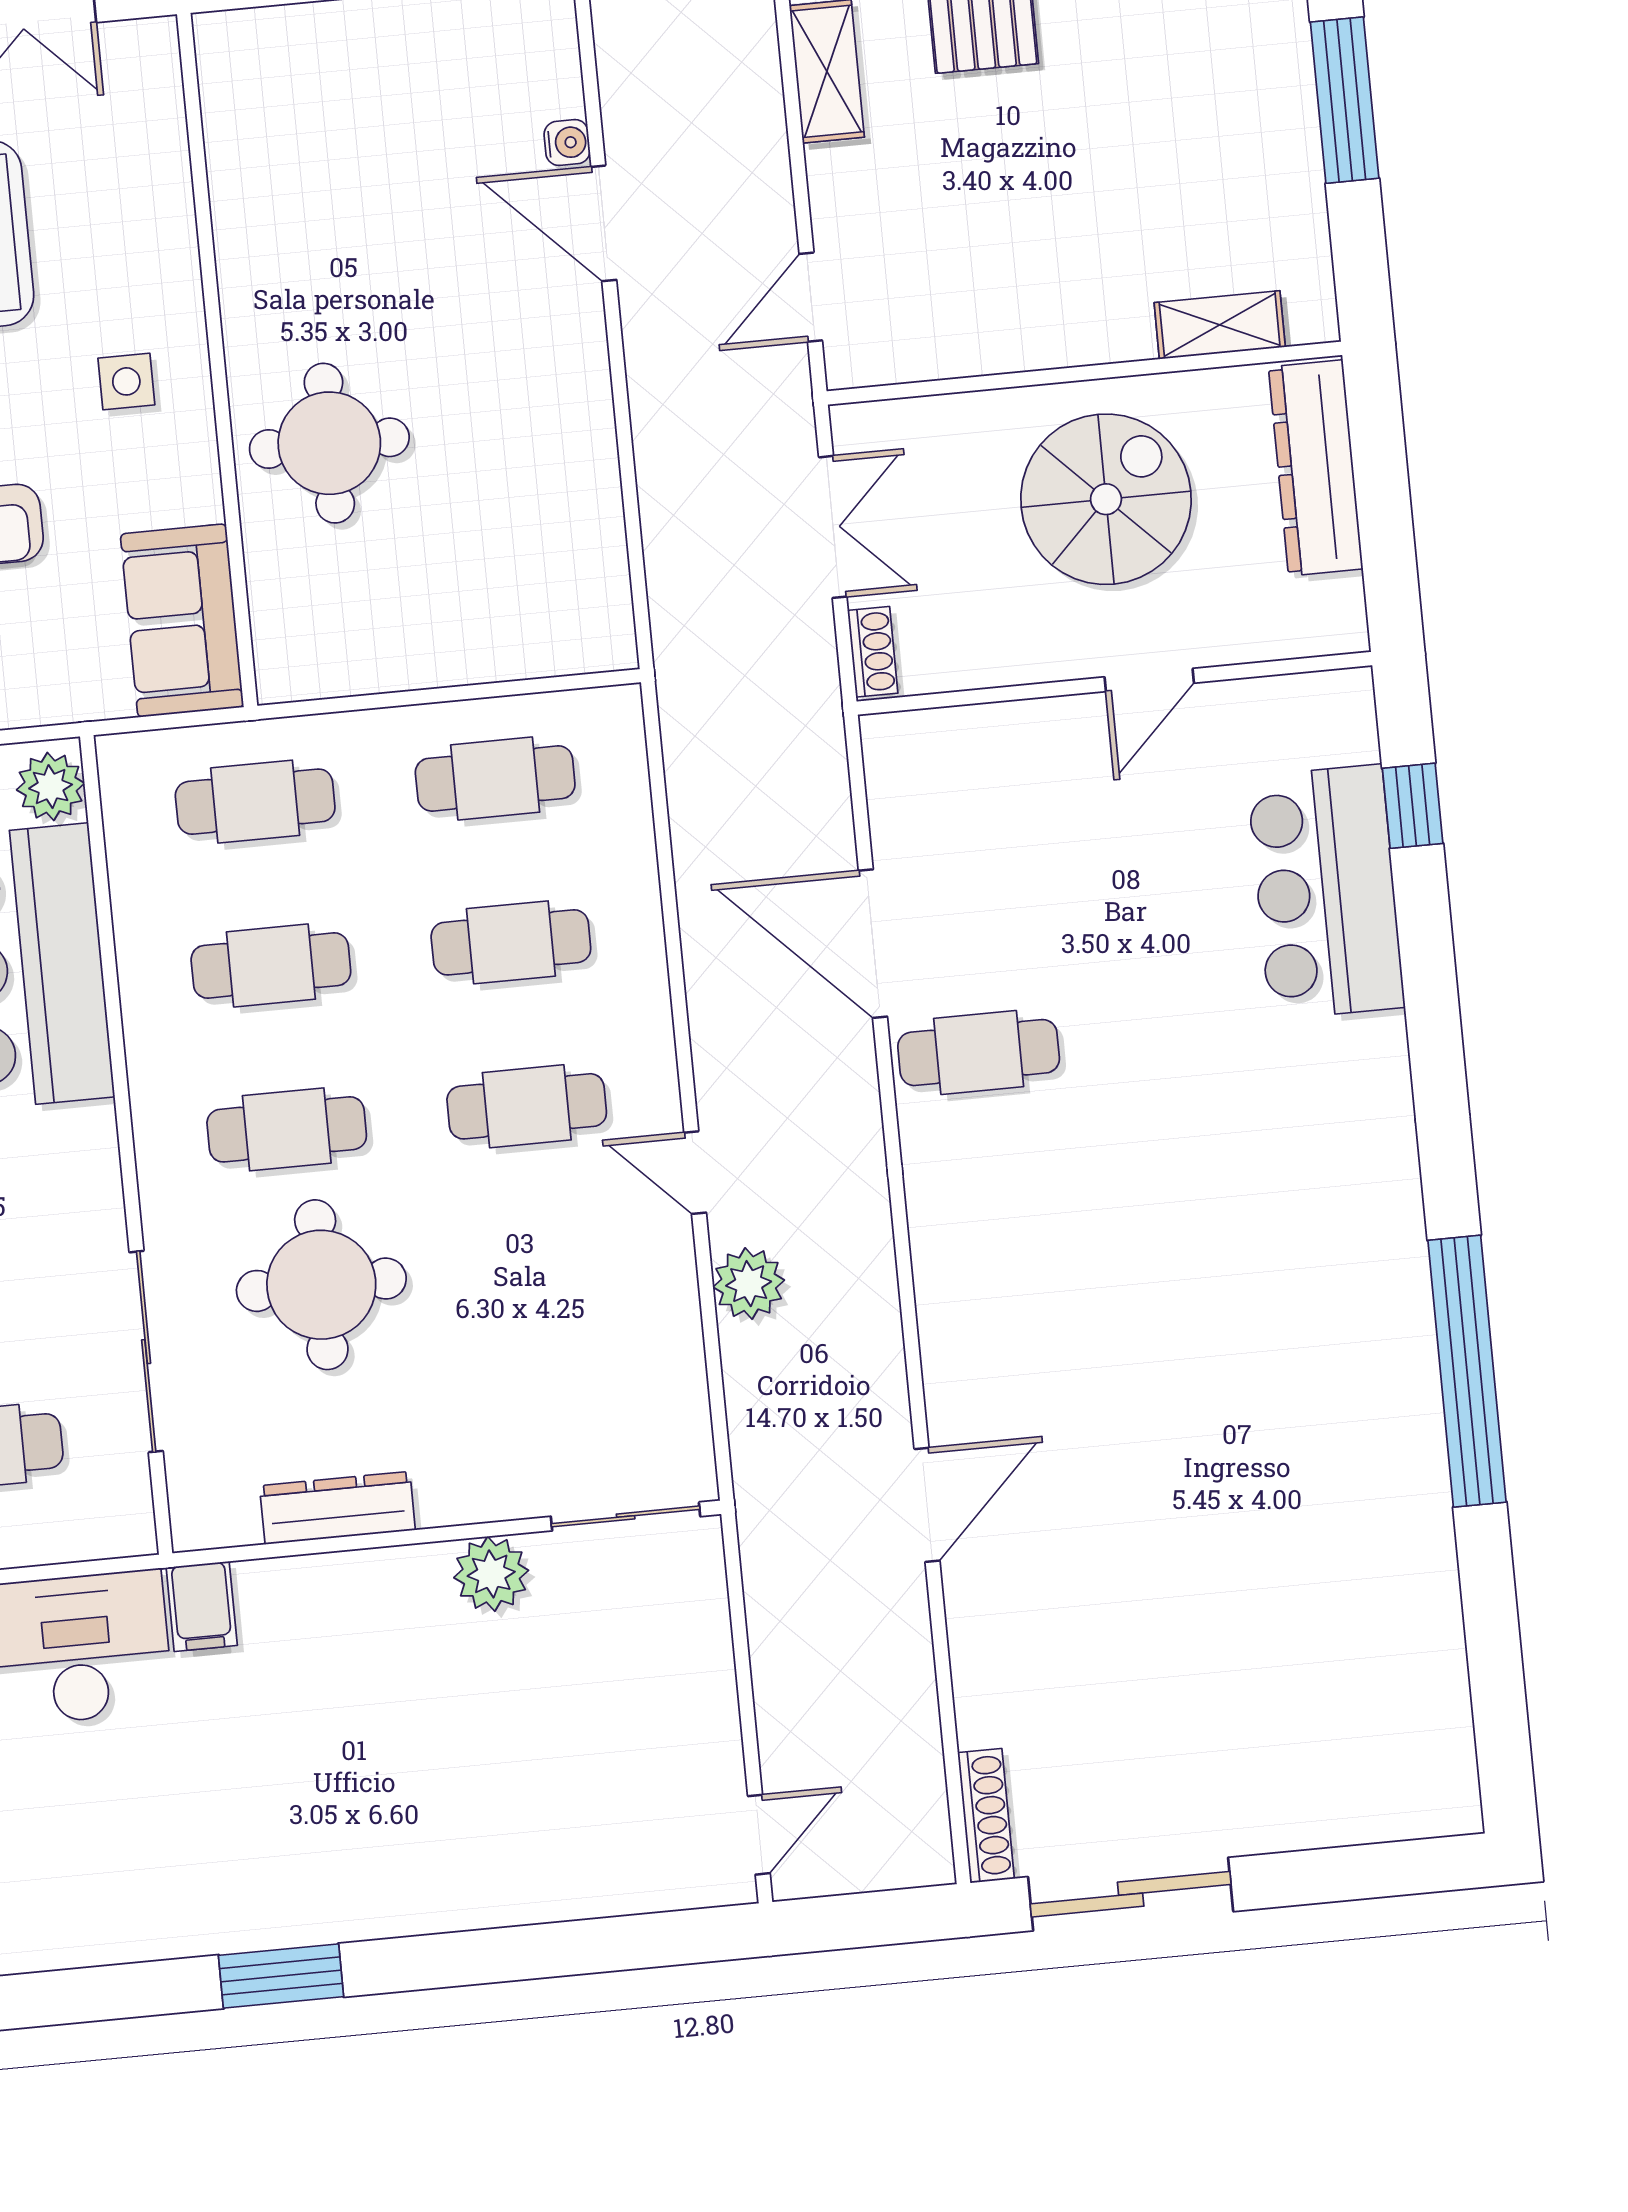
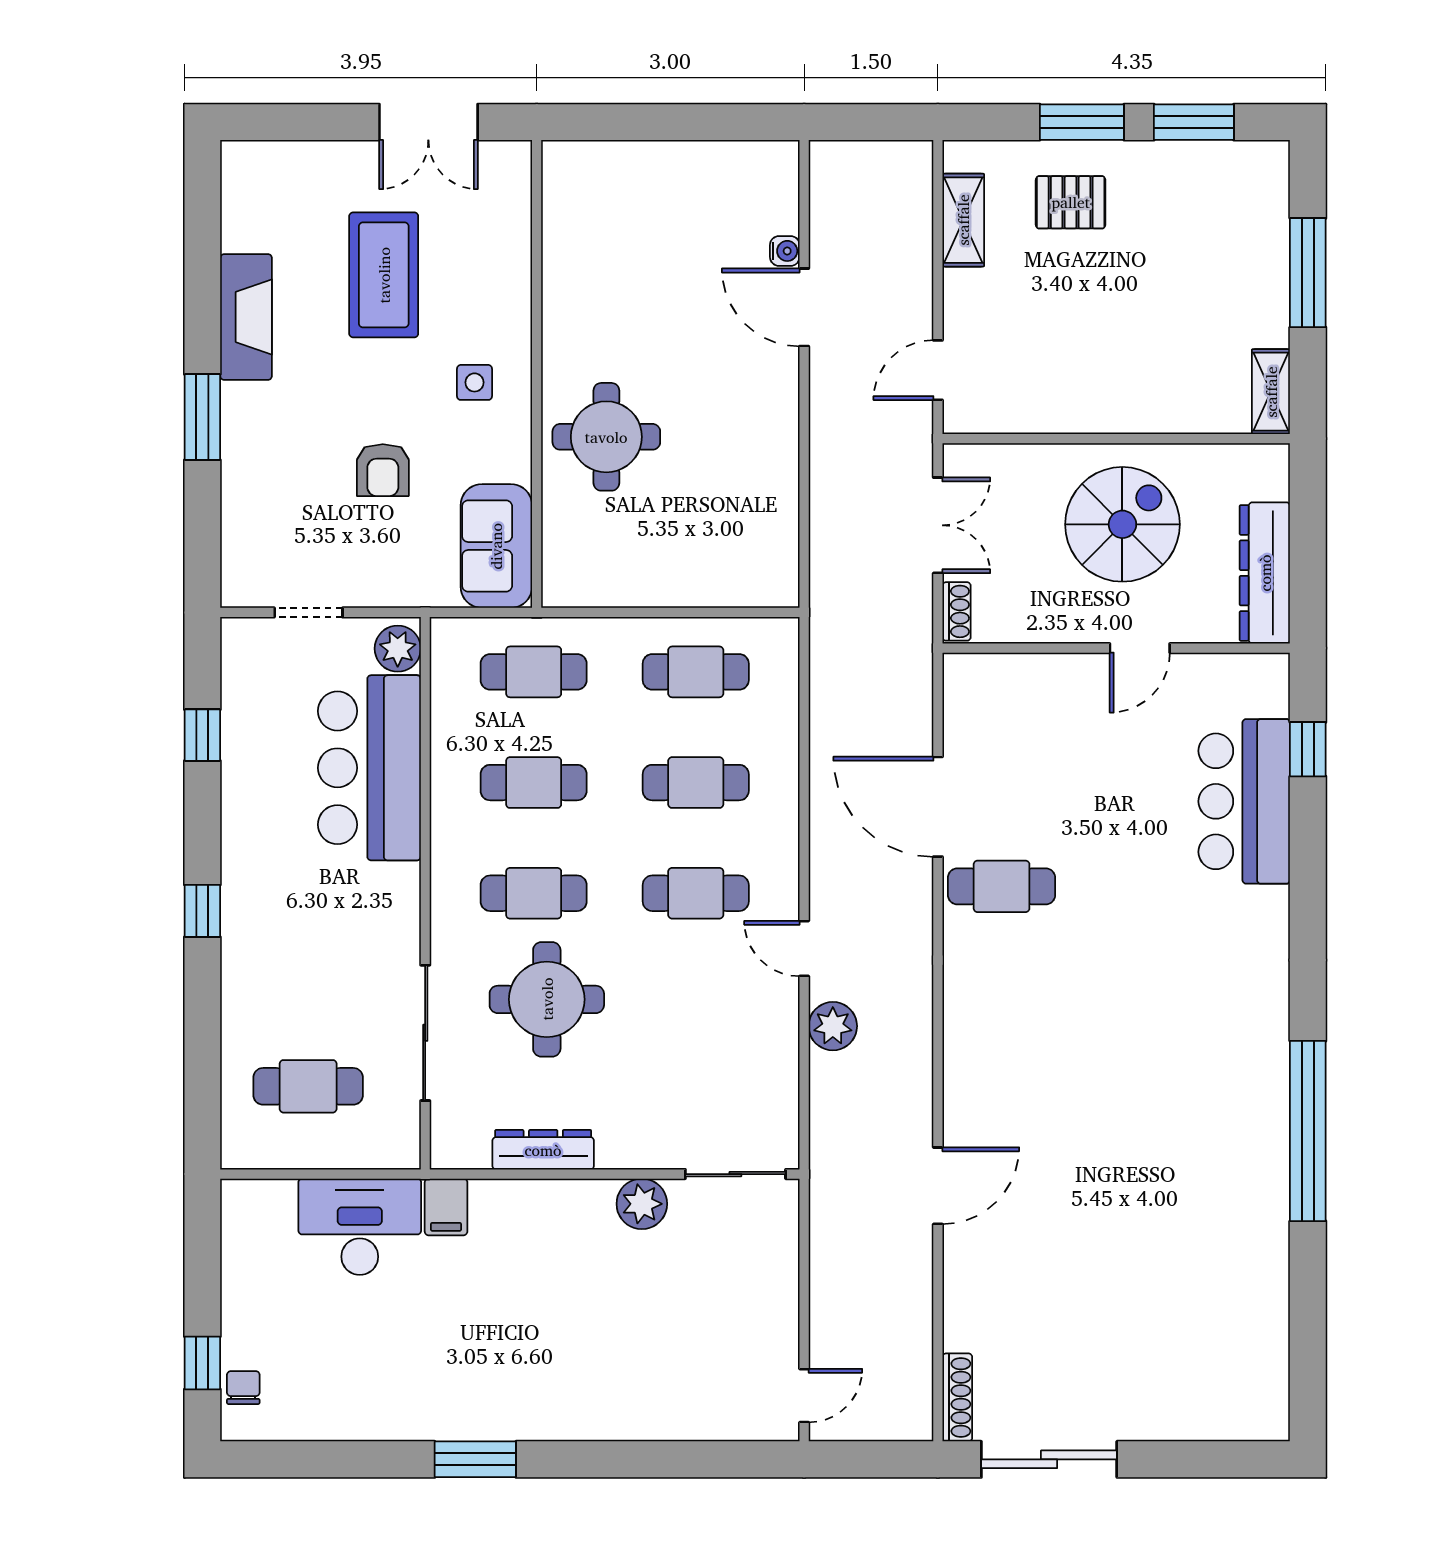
shelving: (1220, 325) -> (1271, 392), moved, turned 90
dresser: (1316, 468) -> (1265, 573), moved

